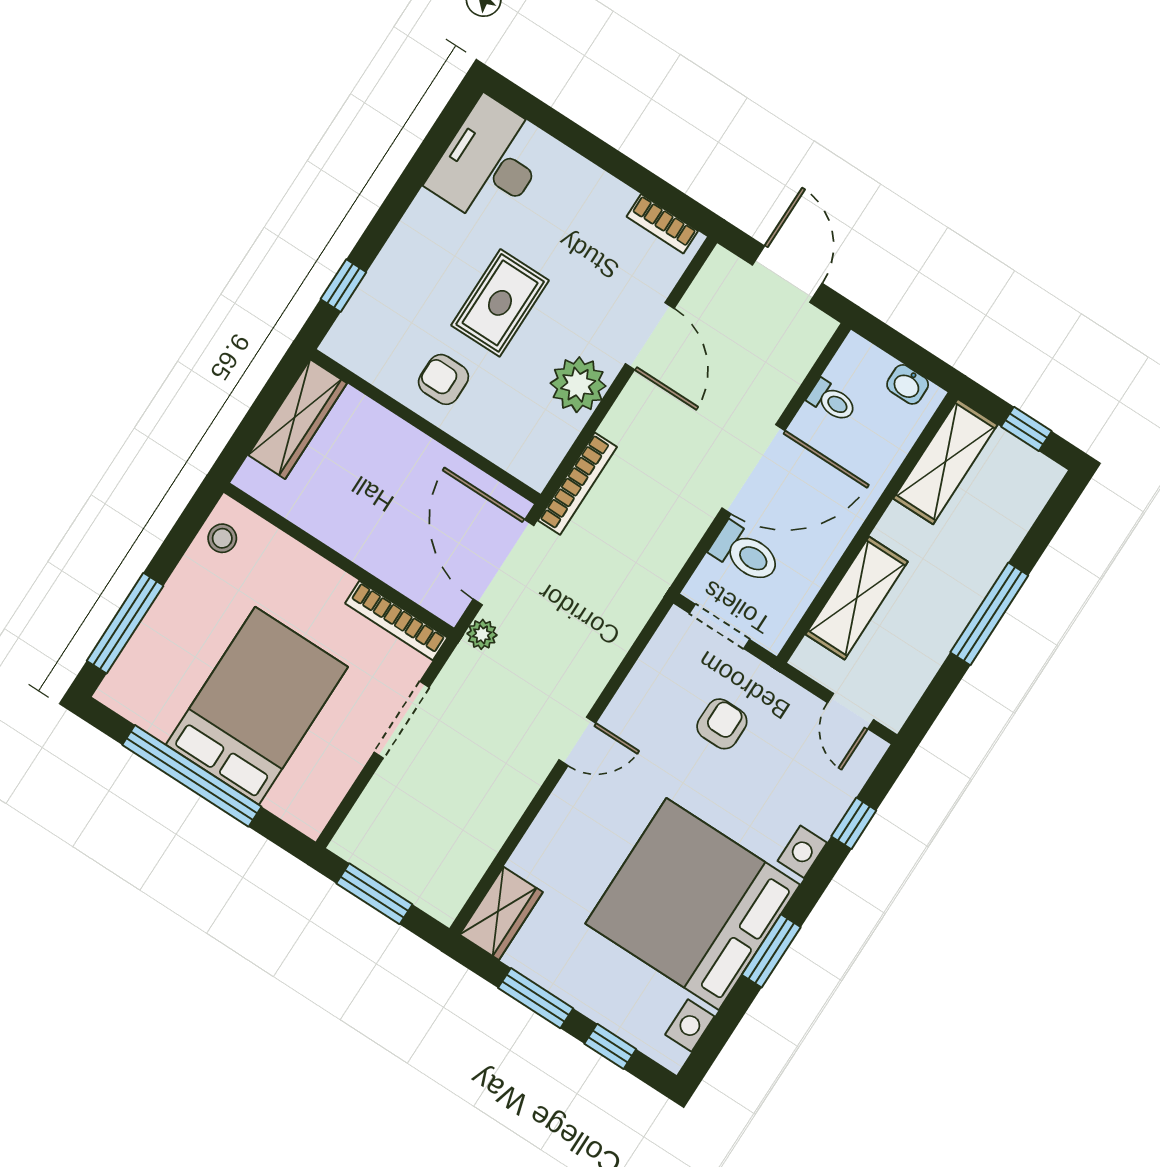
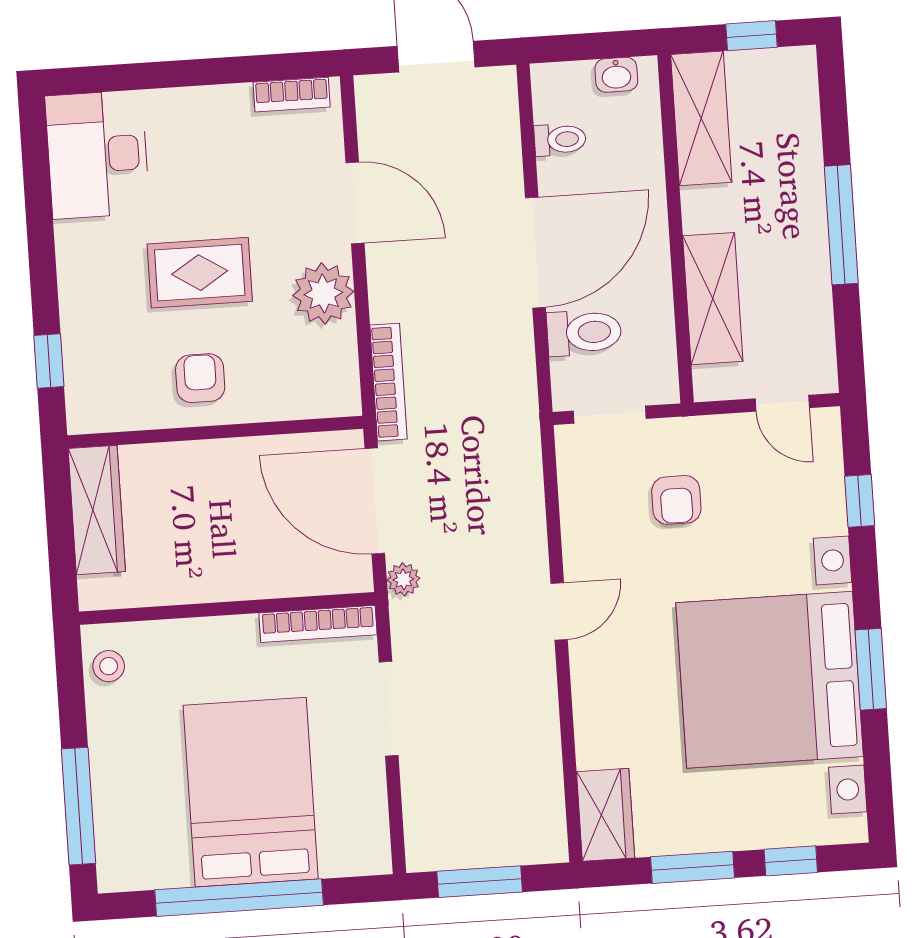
rug: (500, 303) -> (200, 273), turned 90
armchair: (443, 379) -> (200, 378), turned 90
armchair: (722, 724) -> (676, 500), turned 180

